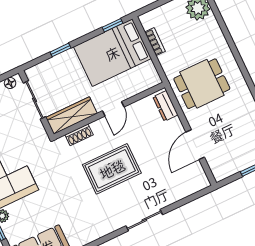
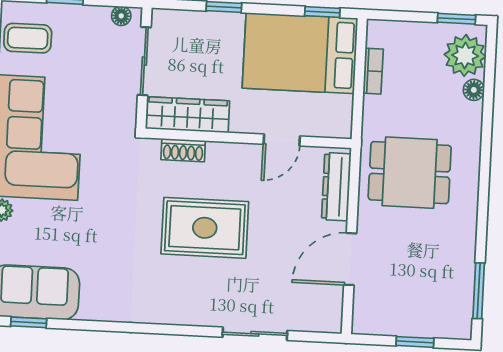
floor lamp: (212, 23) -> (474, 90), added
dresser: (165, 106) -> (336, 187), width x1.44
door: (113, 109) -> (282, 140), moved
sliding door: (144, 220) -> (255, 334), moved

